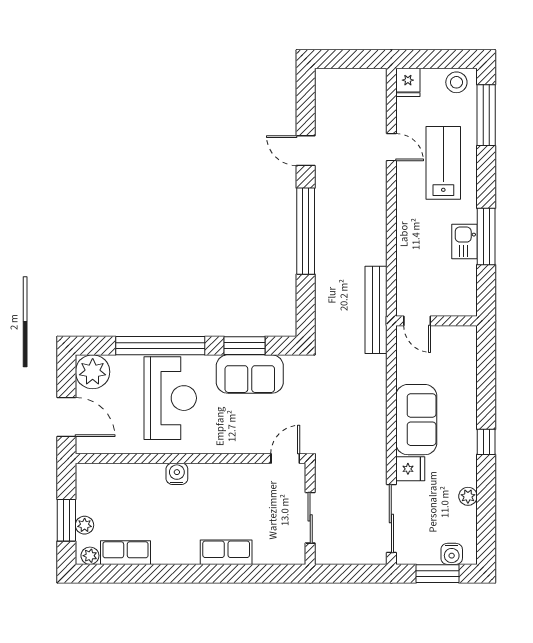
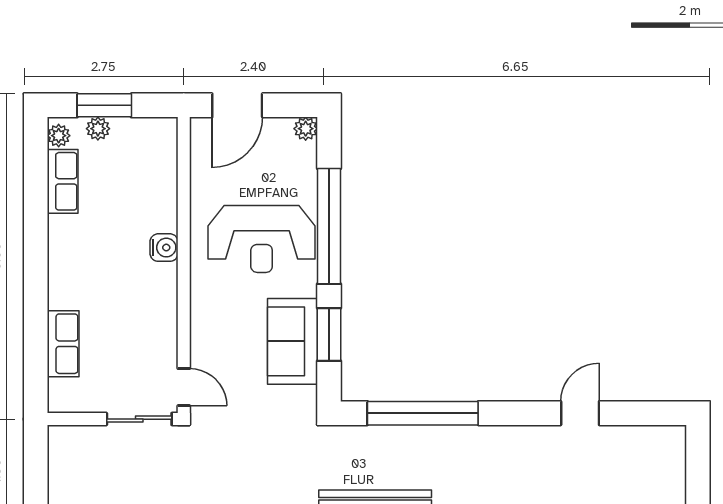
window: (306, 231) -> (423, 413), moved
plant: (93, 372) -> (306, 129), width x0.53, depth x0.53
sliding door: (310, 518) -> (139, 419), moved
row of seats: (226, 552) -> (63, 344), moved

